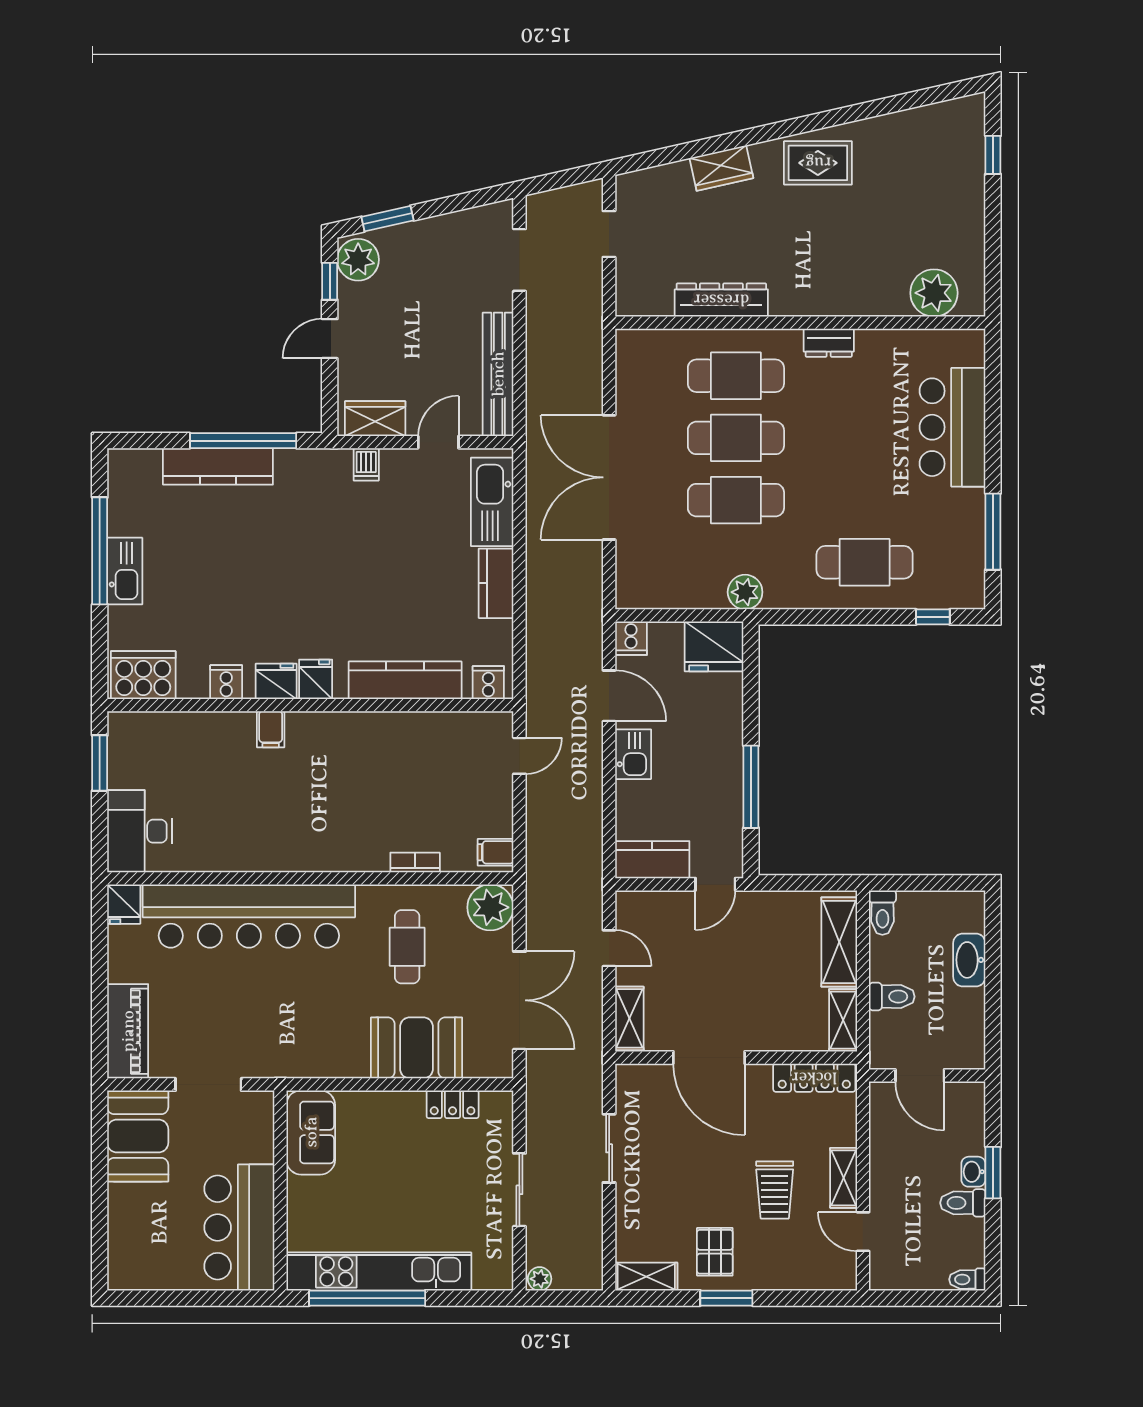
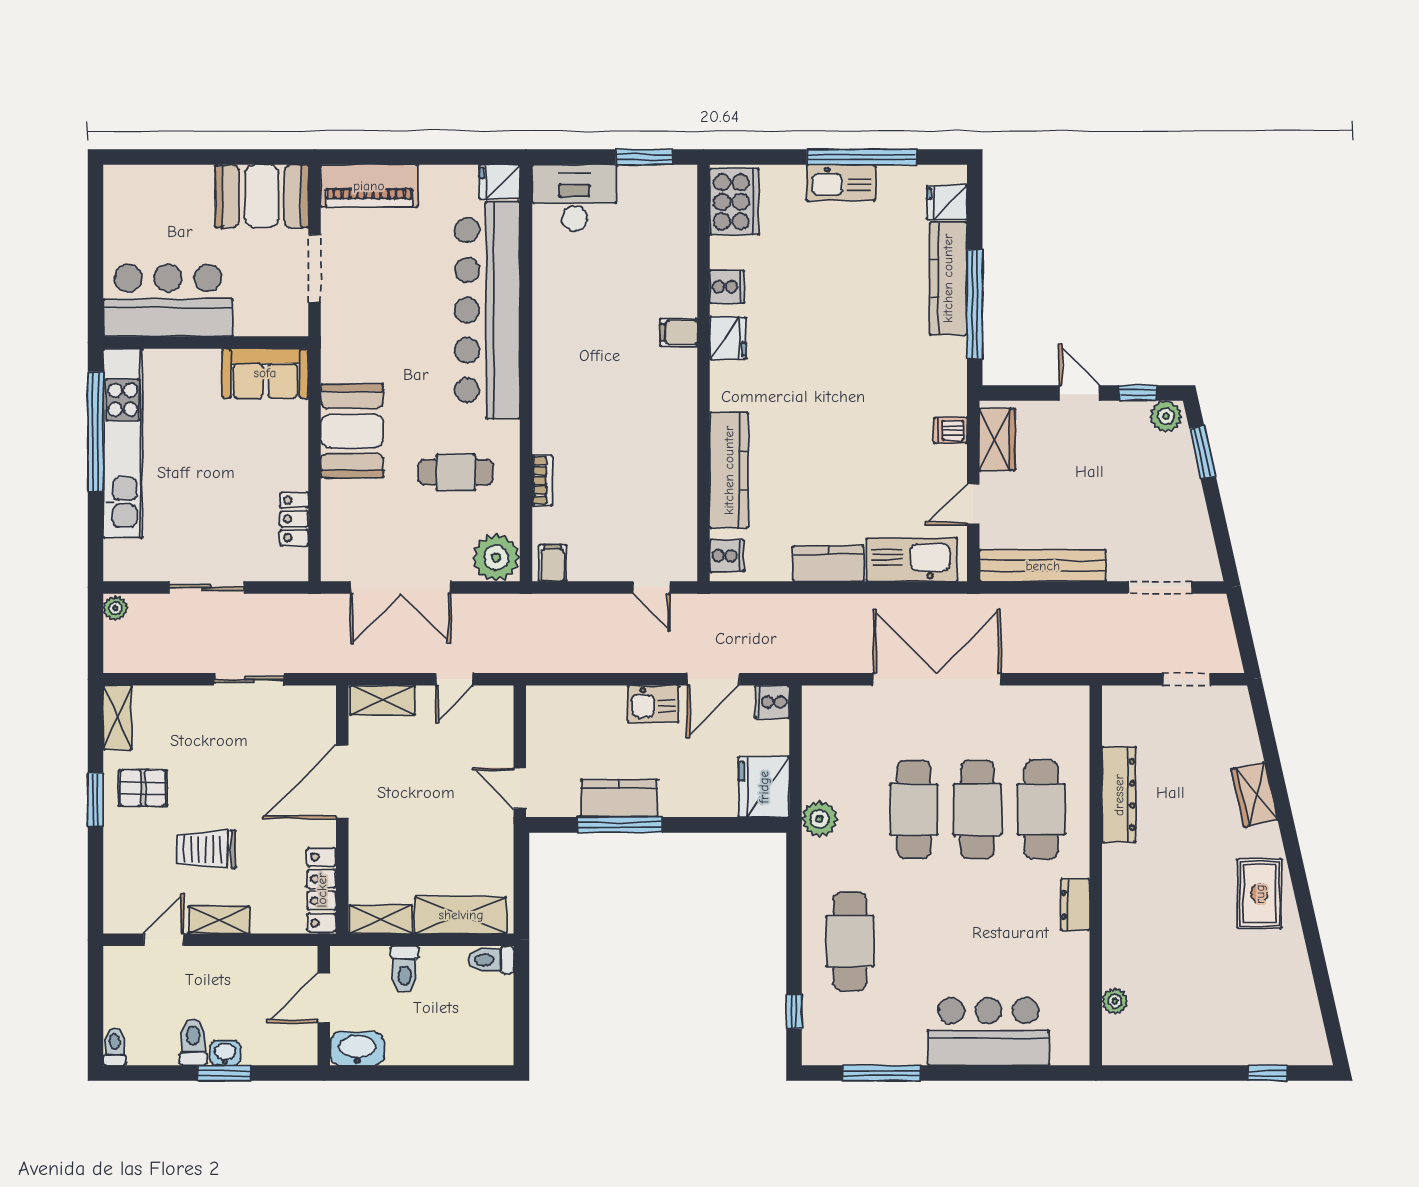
plant: (358, 260) -> (1166, 416), width x0.73, depth x0.73
plant: (934, 293) -> (1115, 1001), width x0.53, depth x0.53
door: (438, 442) -> (973, 504), swing flipped
fridge: (316, 679) -> (947, 203), moved, turned 180
kitchen counter: (652, 860) -> (619, 798), moved, turned -90
washbasin: (969, 960) -> (357, 1049), moved
booth: (416, 1048) -> (352, 431), moved

